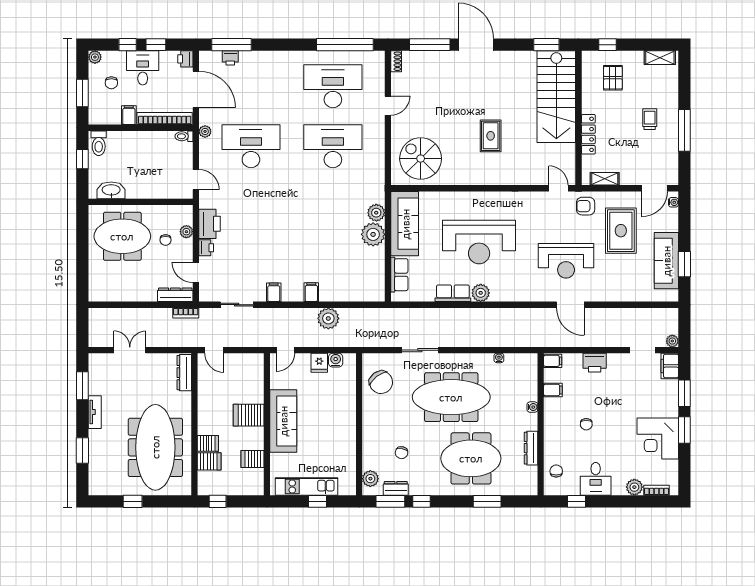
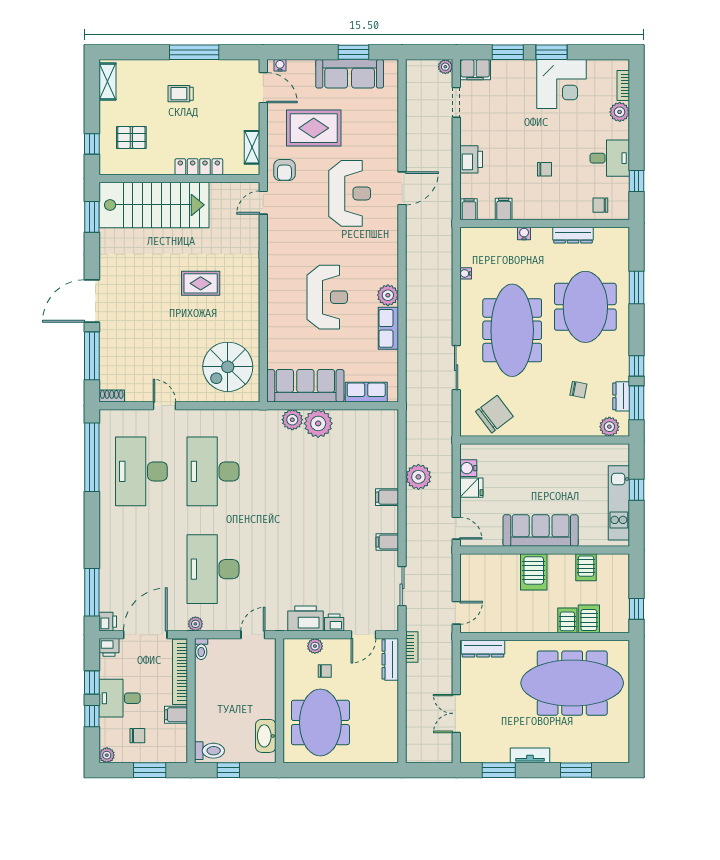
printer: (230, 58) -> (108, 622), moved
reception desk: (479, 242) -> (327, 297), width x0.74, depth x0.77
window: (133, 501) -> (637, 710), removed

